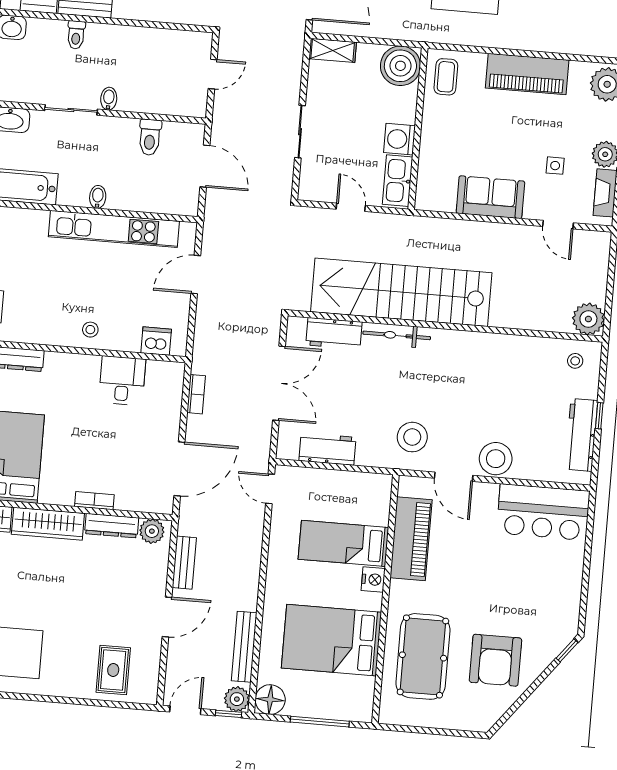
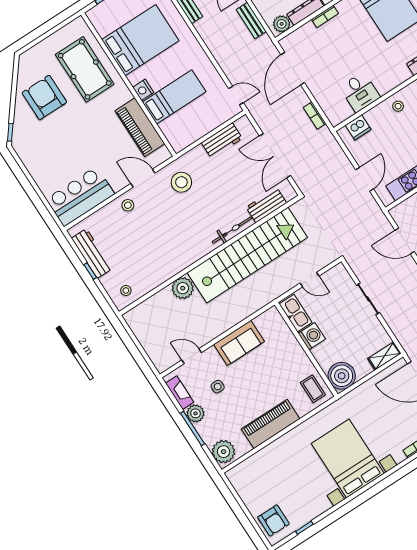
plant: (588, 319) -> (183, 288), moved
stool: (496, 459) -> (128, 205), width x0.53, depth x0.53

